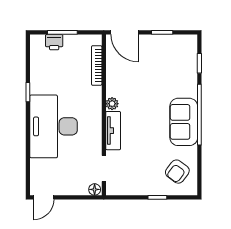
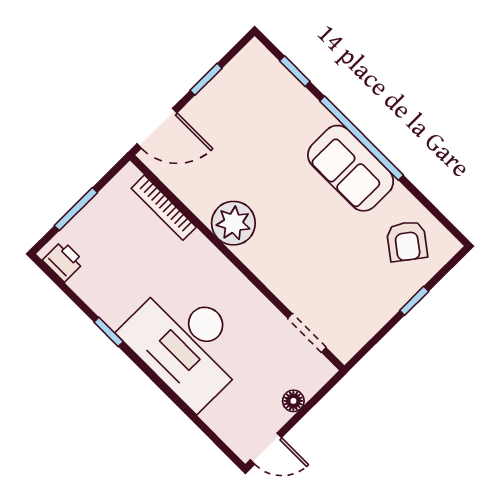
printer: (54, 42) -> (63, 261), moved, turned -90
plant: (112, 104) -> (233, 223), width x1.88, depth x1.88
tv unit: (113, 131) -> (270, 271), removed
floor lamp: (95, 189) -> (293, 401), moved
door: (44, 197) -> (266, 449), hinge flipped

